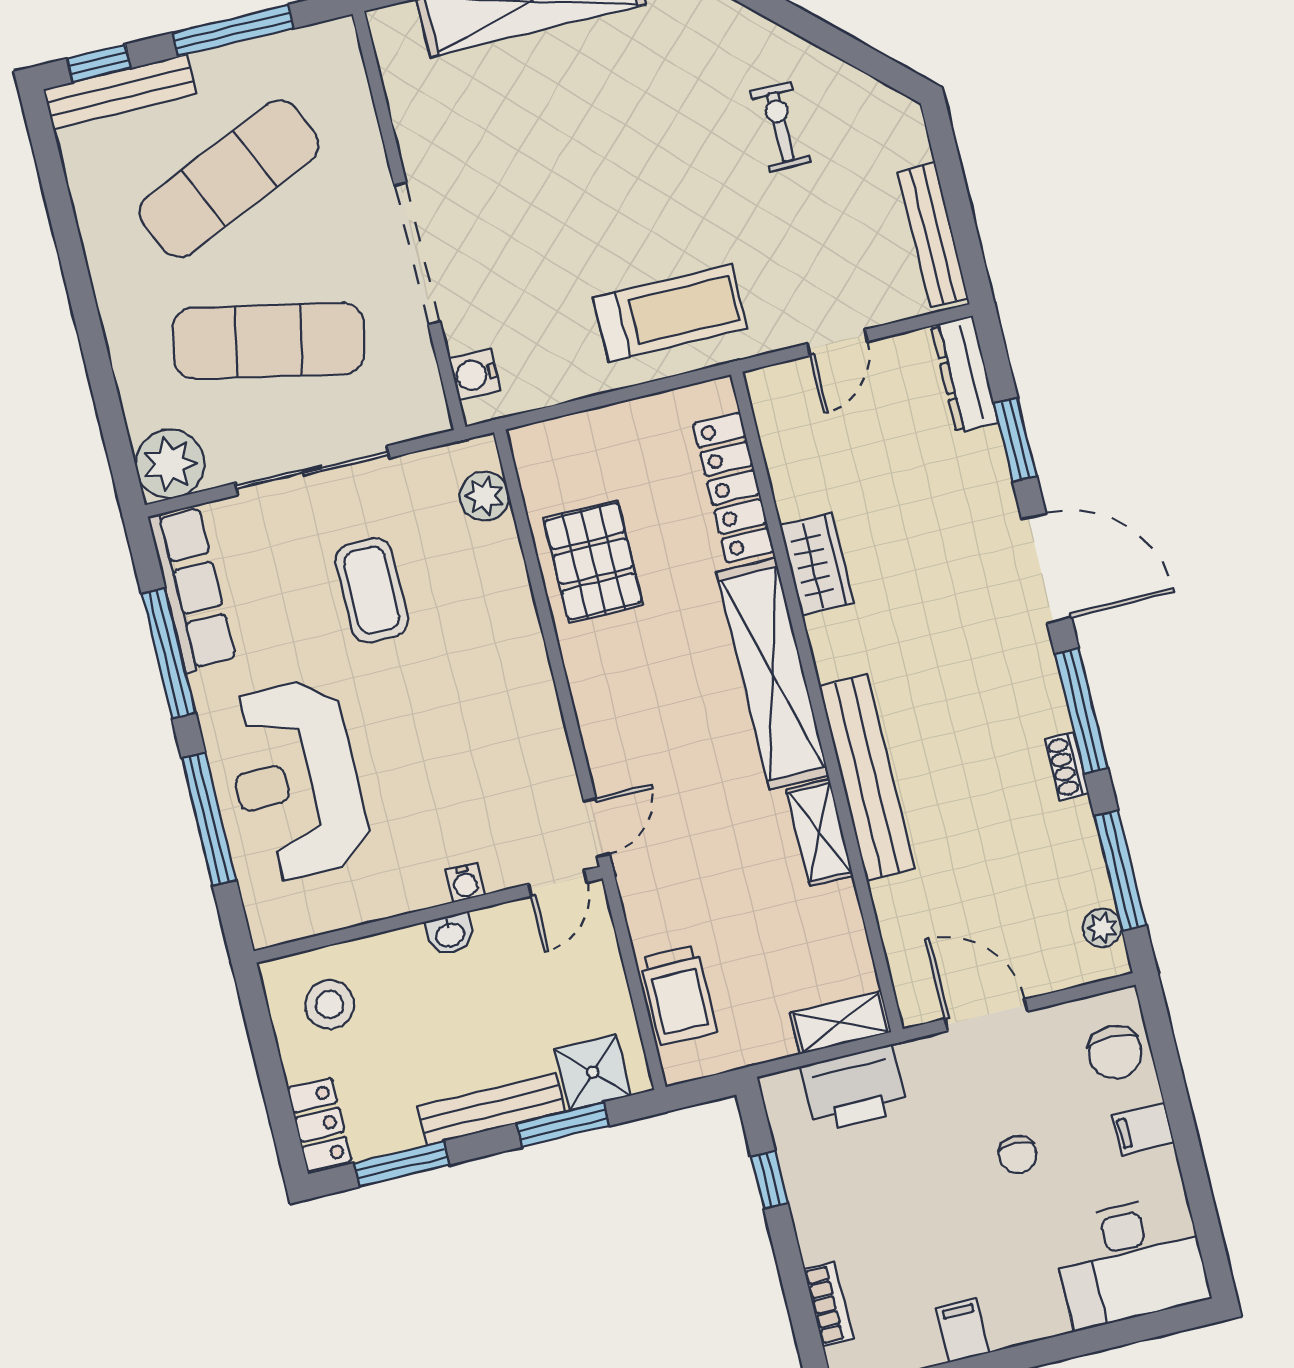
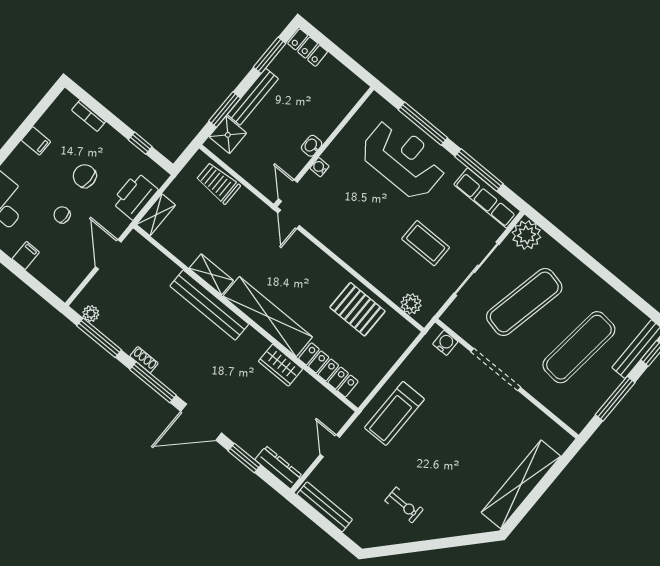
exercise mat: (229, 179) -> (579, 347), turned 30
stool: (330, 1005) -> (335, 91), removed
door: (986, 1015) -> (108, 254), swing flipped
chair: (1115, 1052) -> (85, 176), moved

